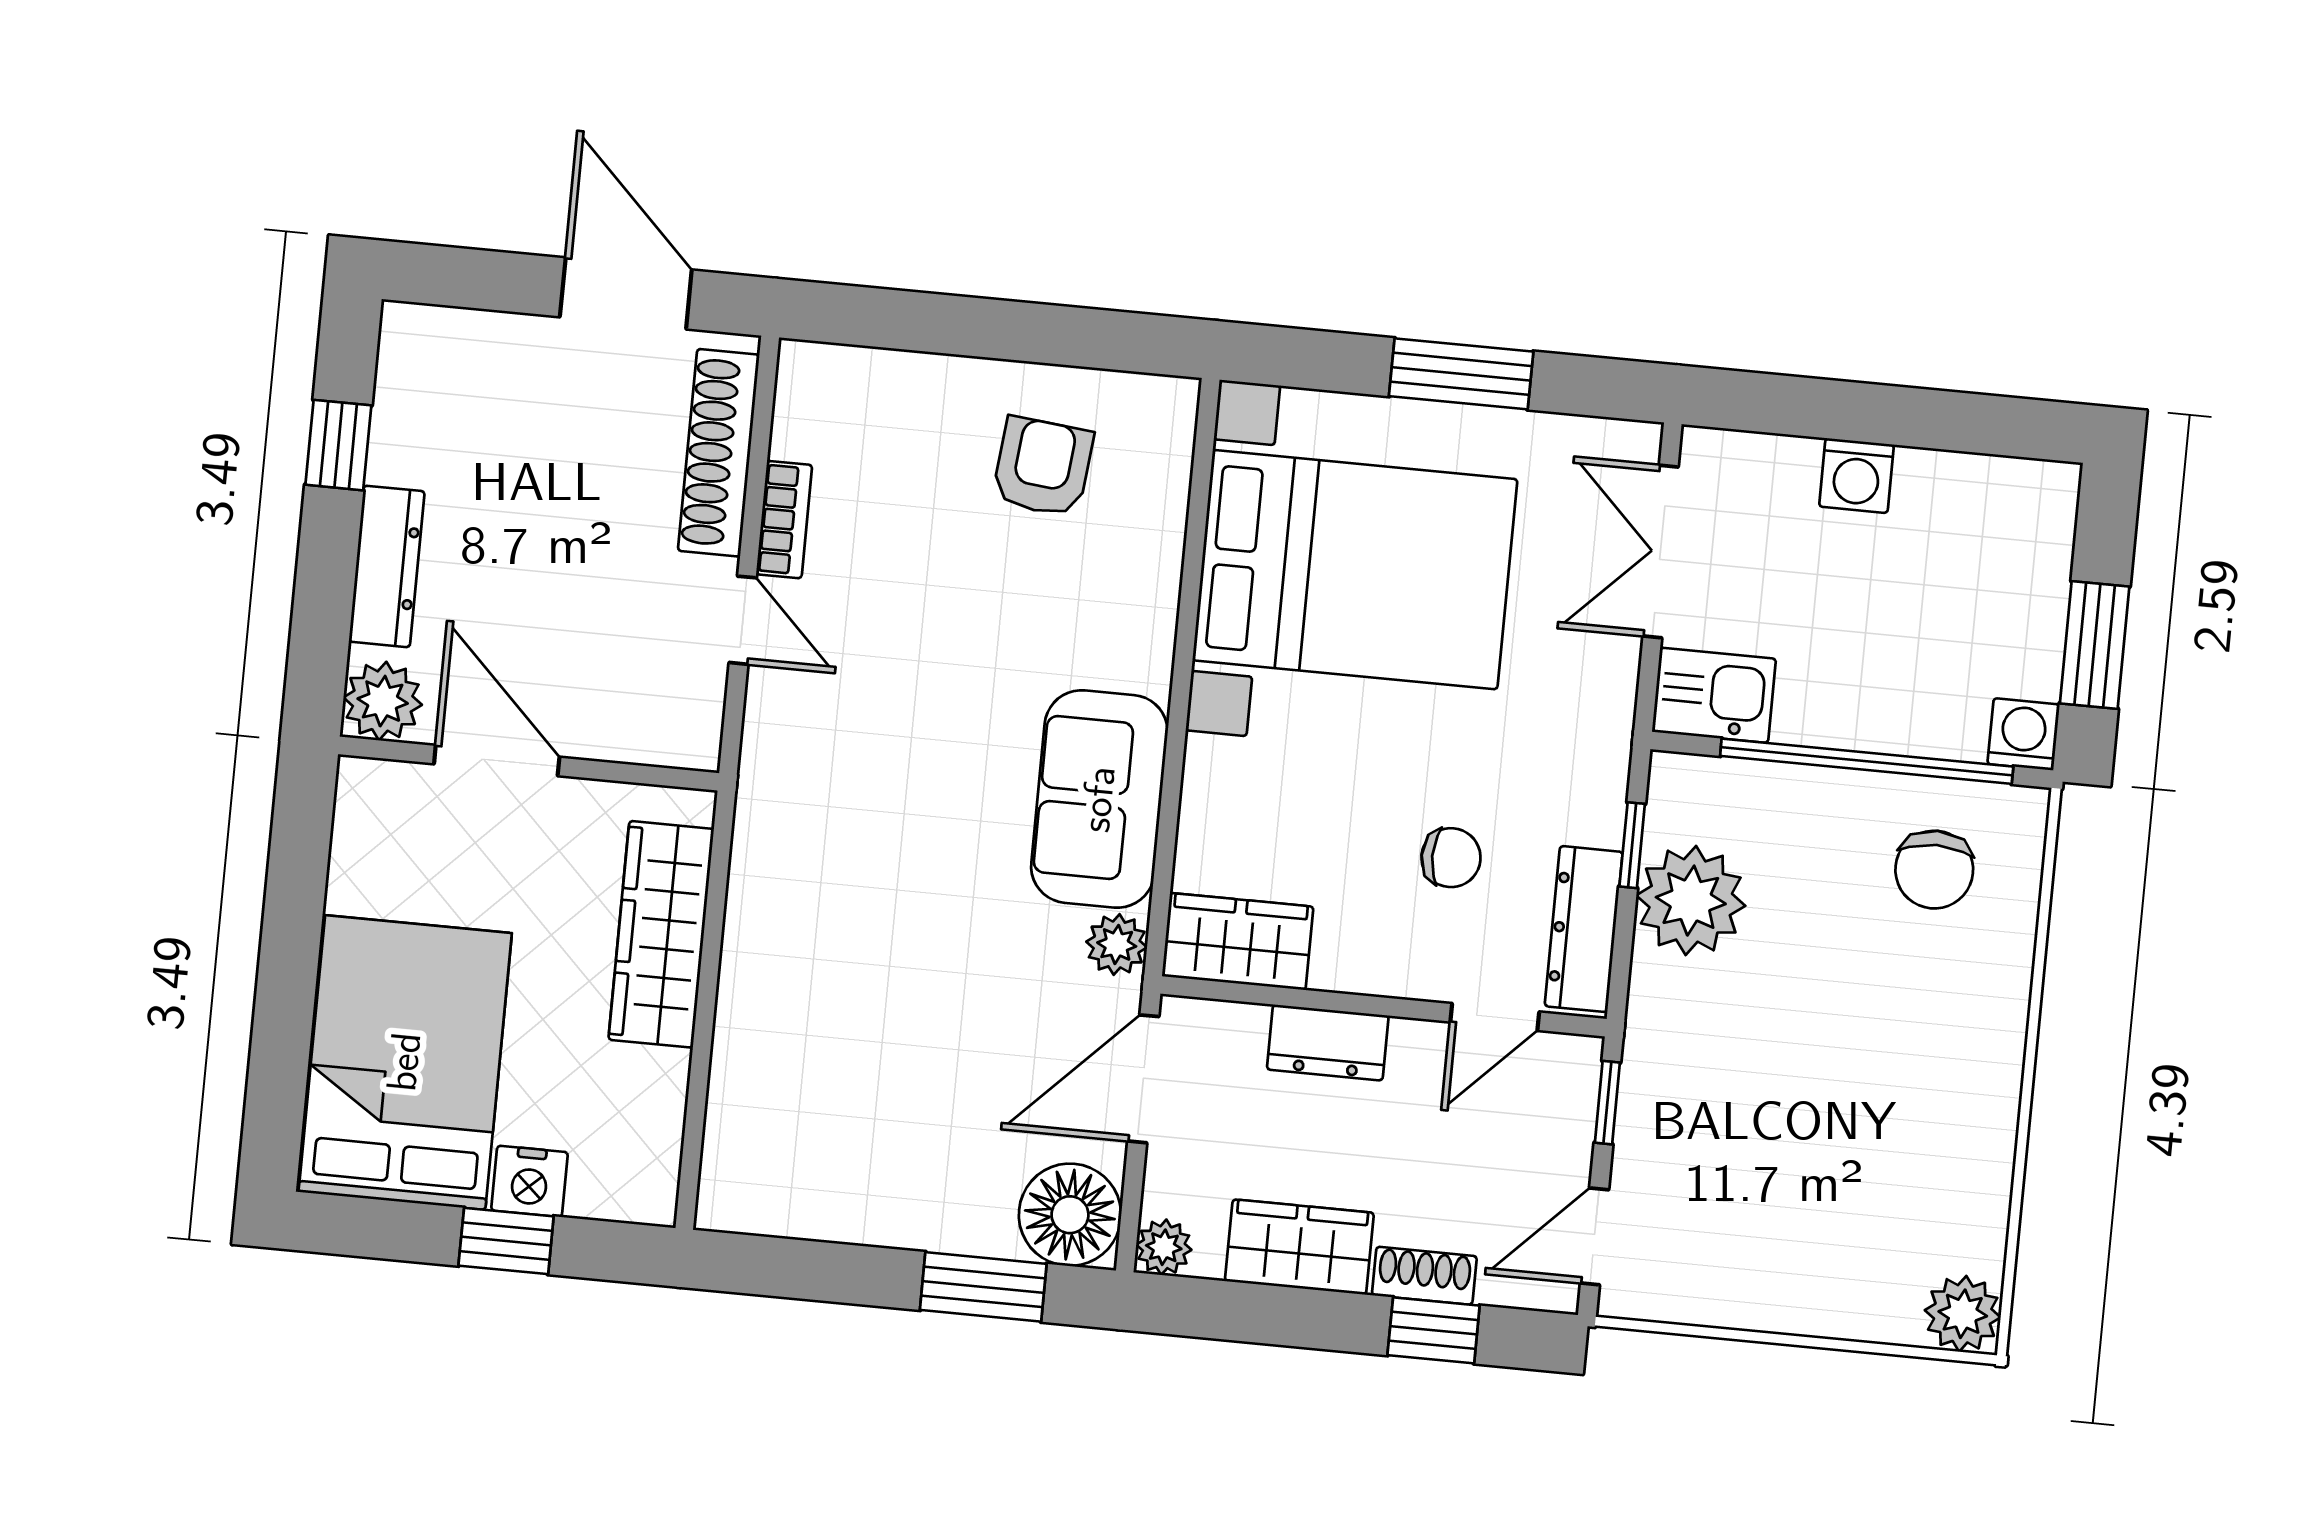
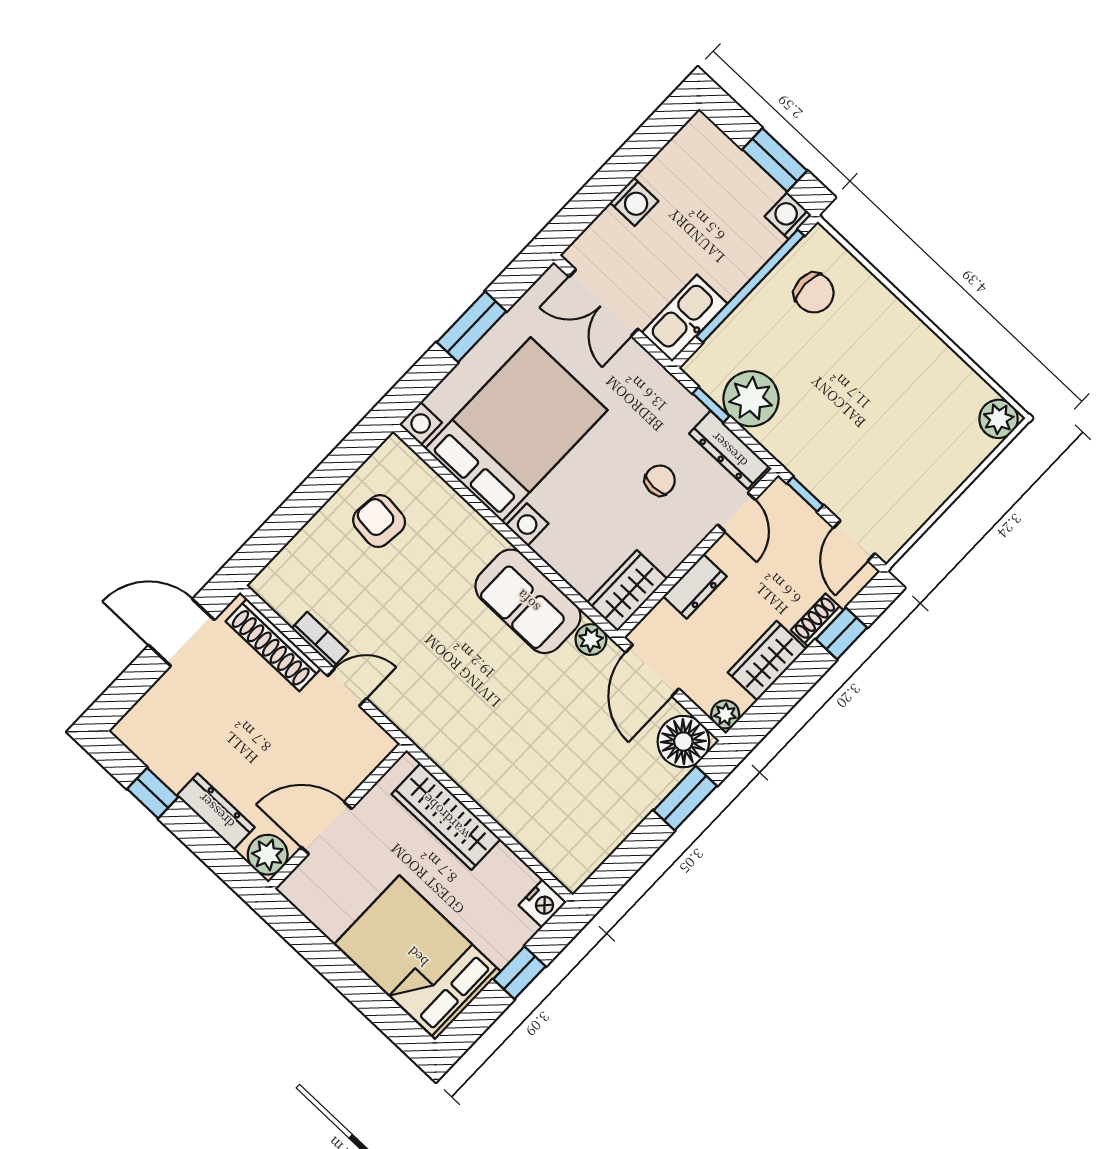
kitchen sink: (1714, 695) -> (685, 318), width x1.38
nightstand: (530, 1181) -> (543, 903), moved

